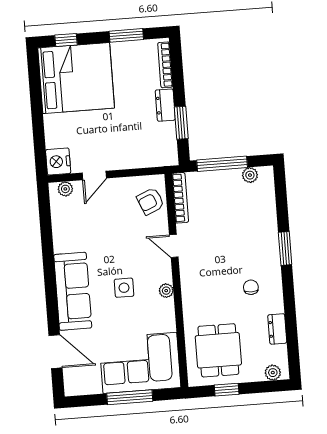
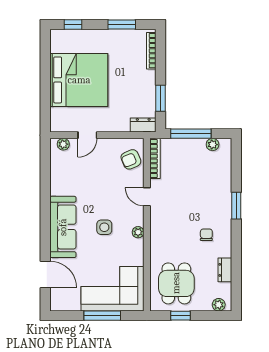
bed: (76, 78) -> (79, 80), moved
dresser: (165, 105) -> (143, 125), moved, turned 90
nightstand: (58, 162) -> (59, 122), removed

